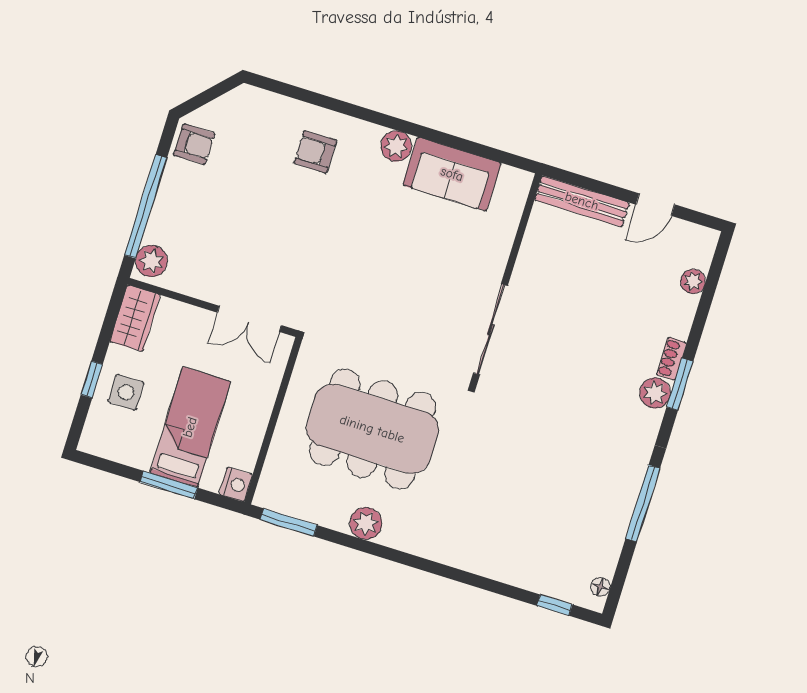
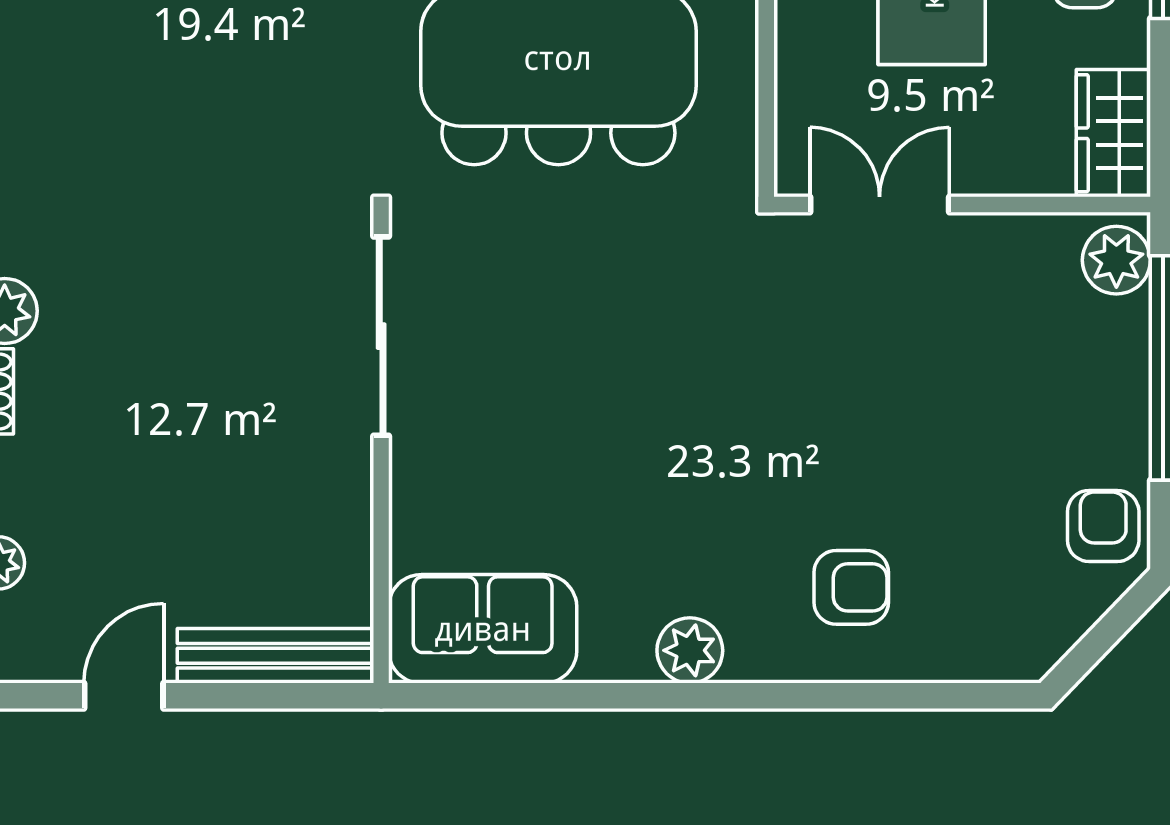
armchair: (194, 144) -> (1103, 526), turned 90
sofa: (452, 174) -> (483, 629), moved

